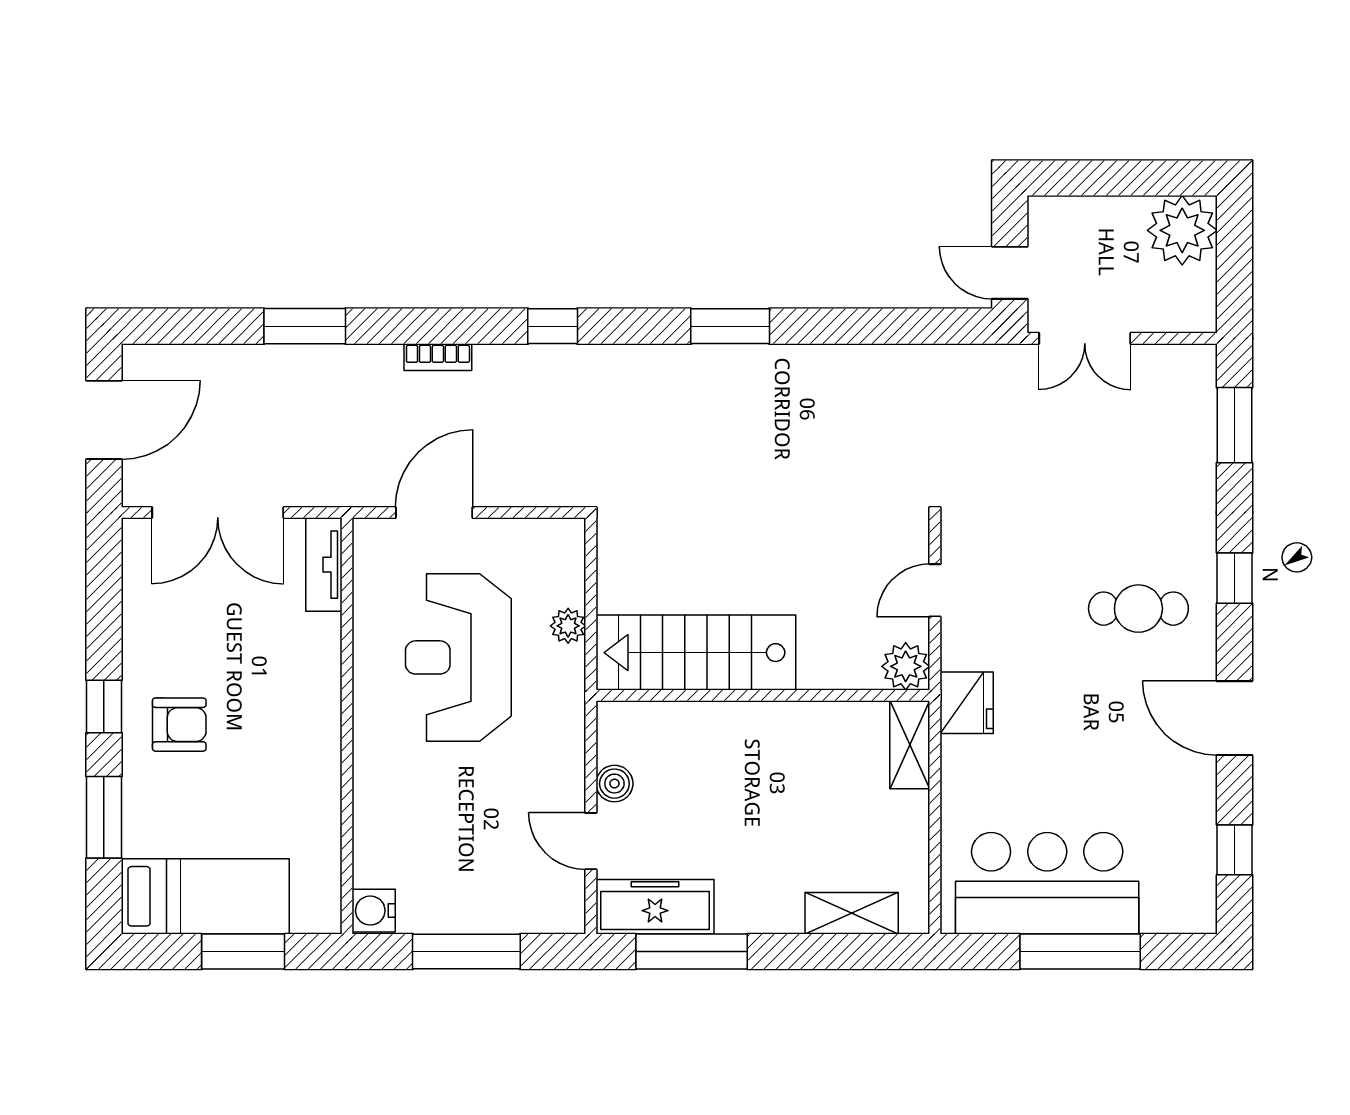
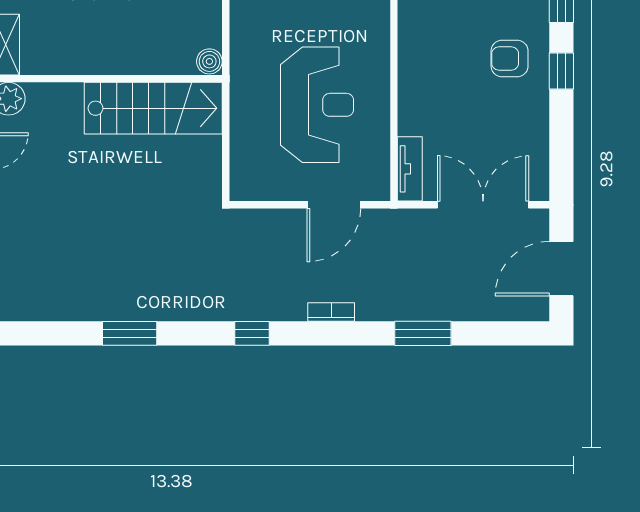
plant: (568, 626) -> (241, 127), removed
boiler: (614, 784) -> (209, 61), moved

